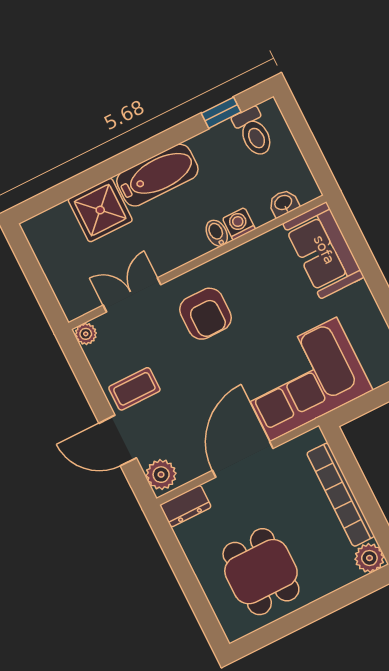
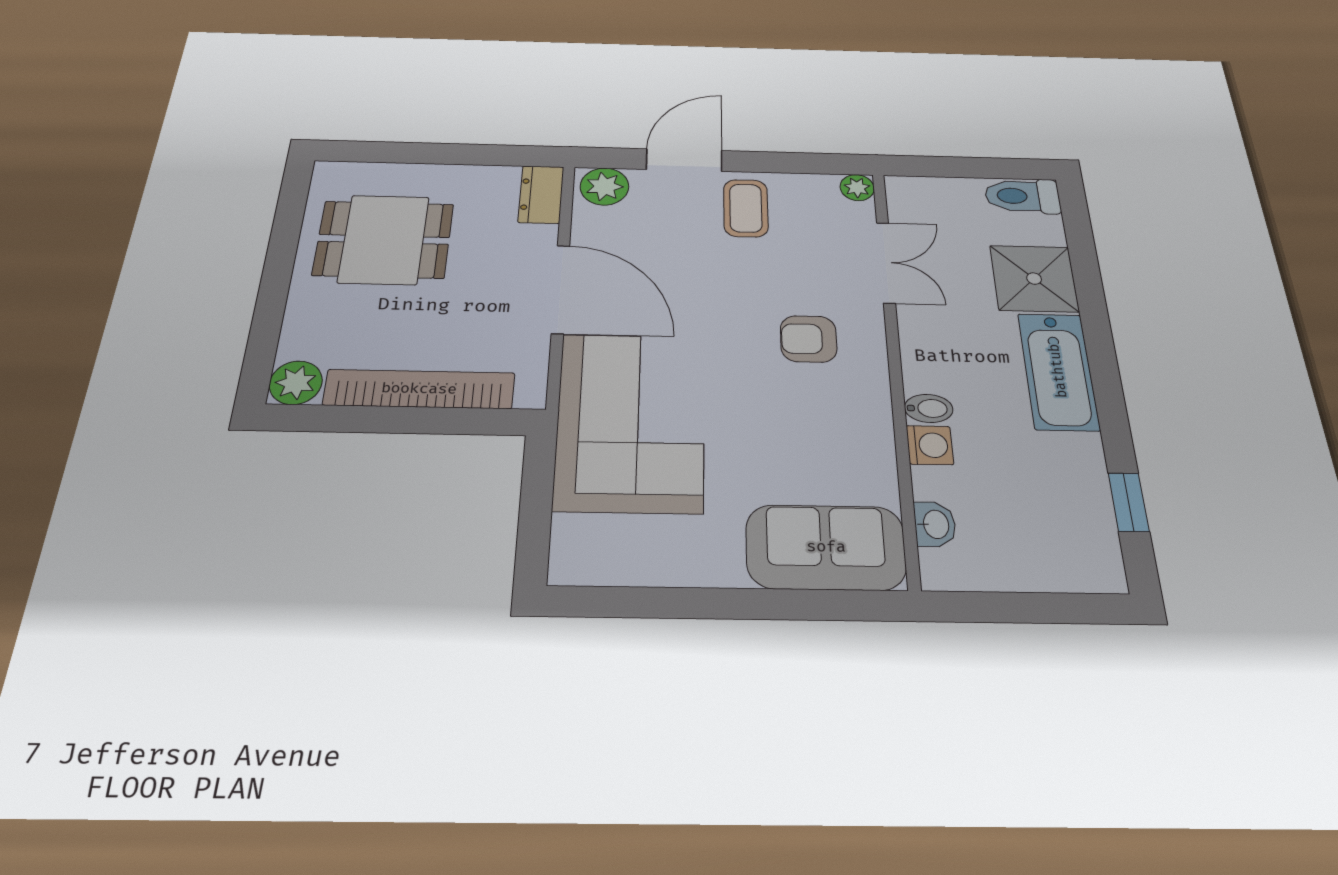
toilet: (254, 132) -> (1022, 196), moved
armchair: (206, 314) -> (809, 339), width x0.72, depth x0.72

